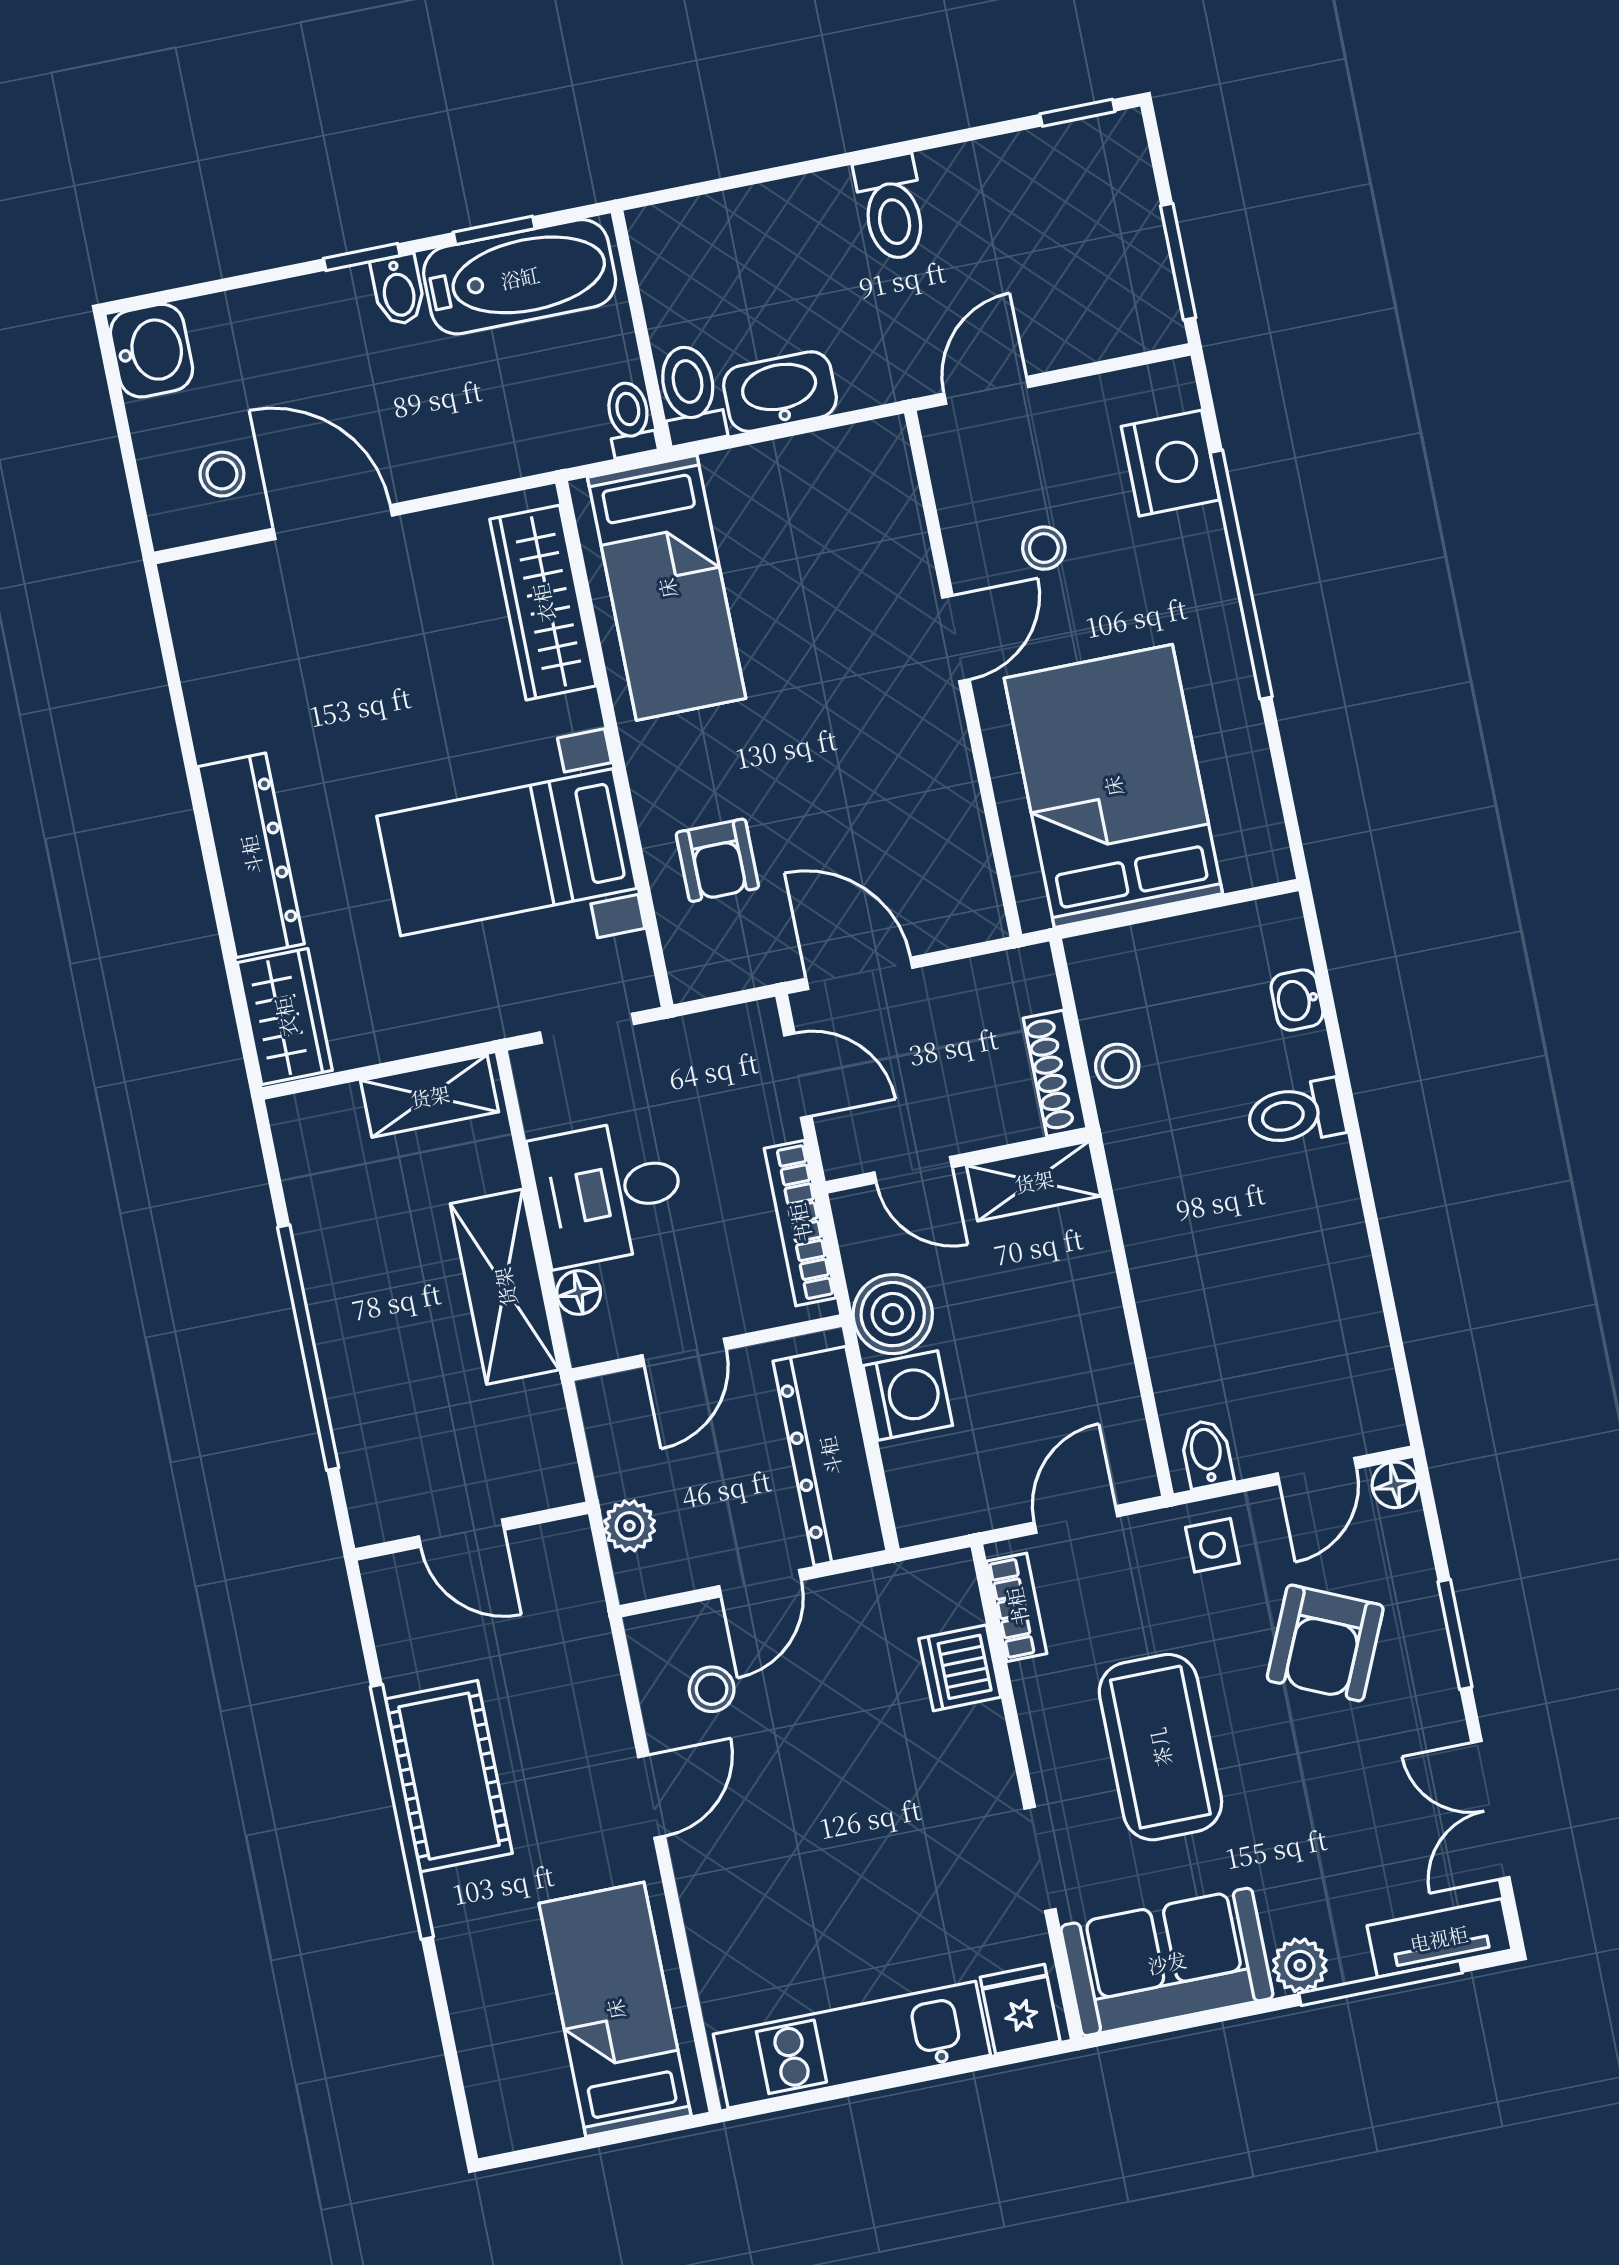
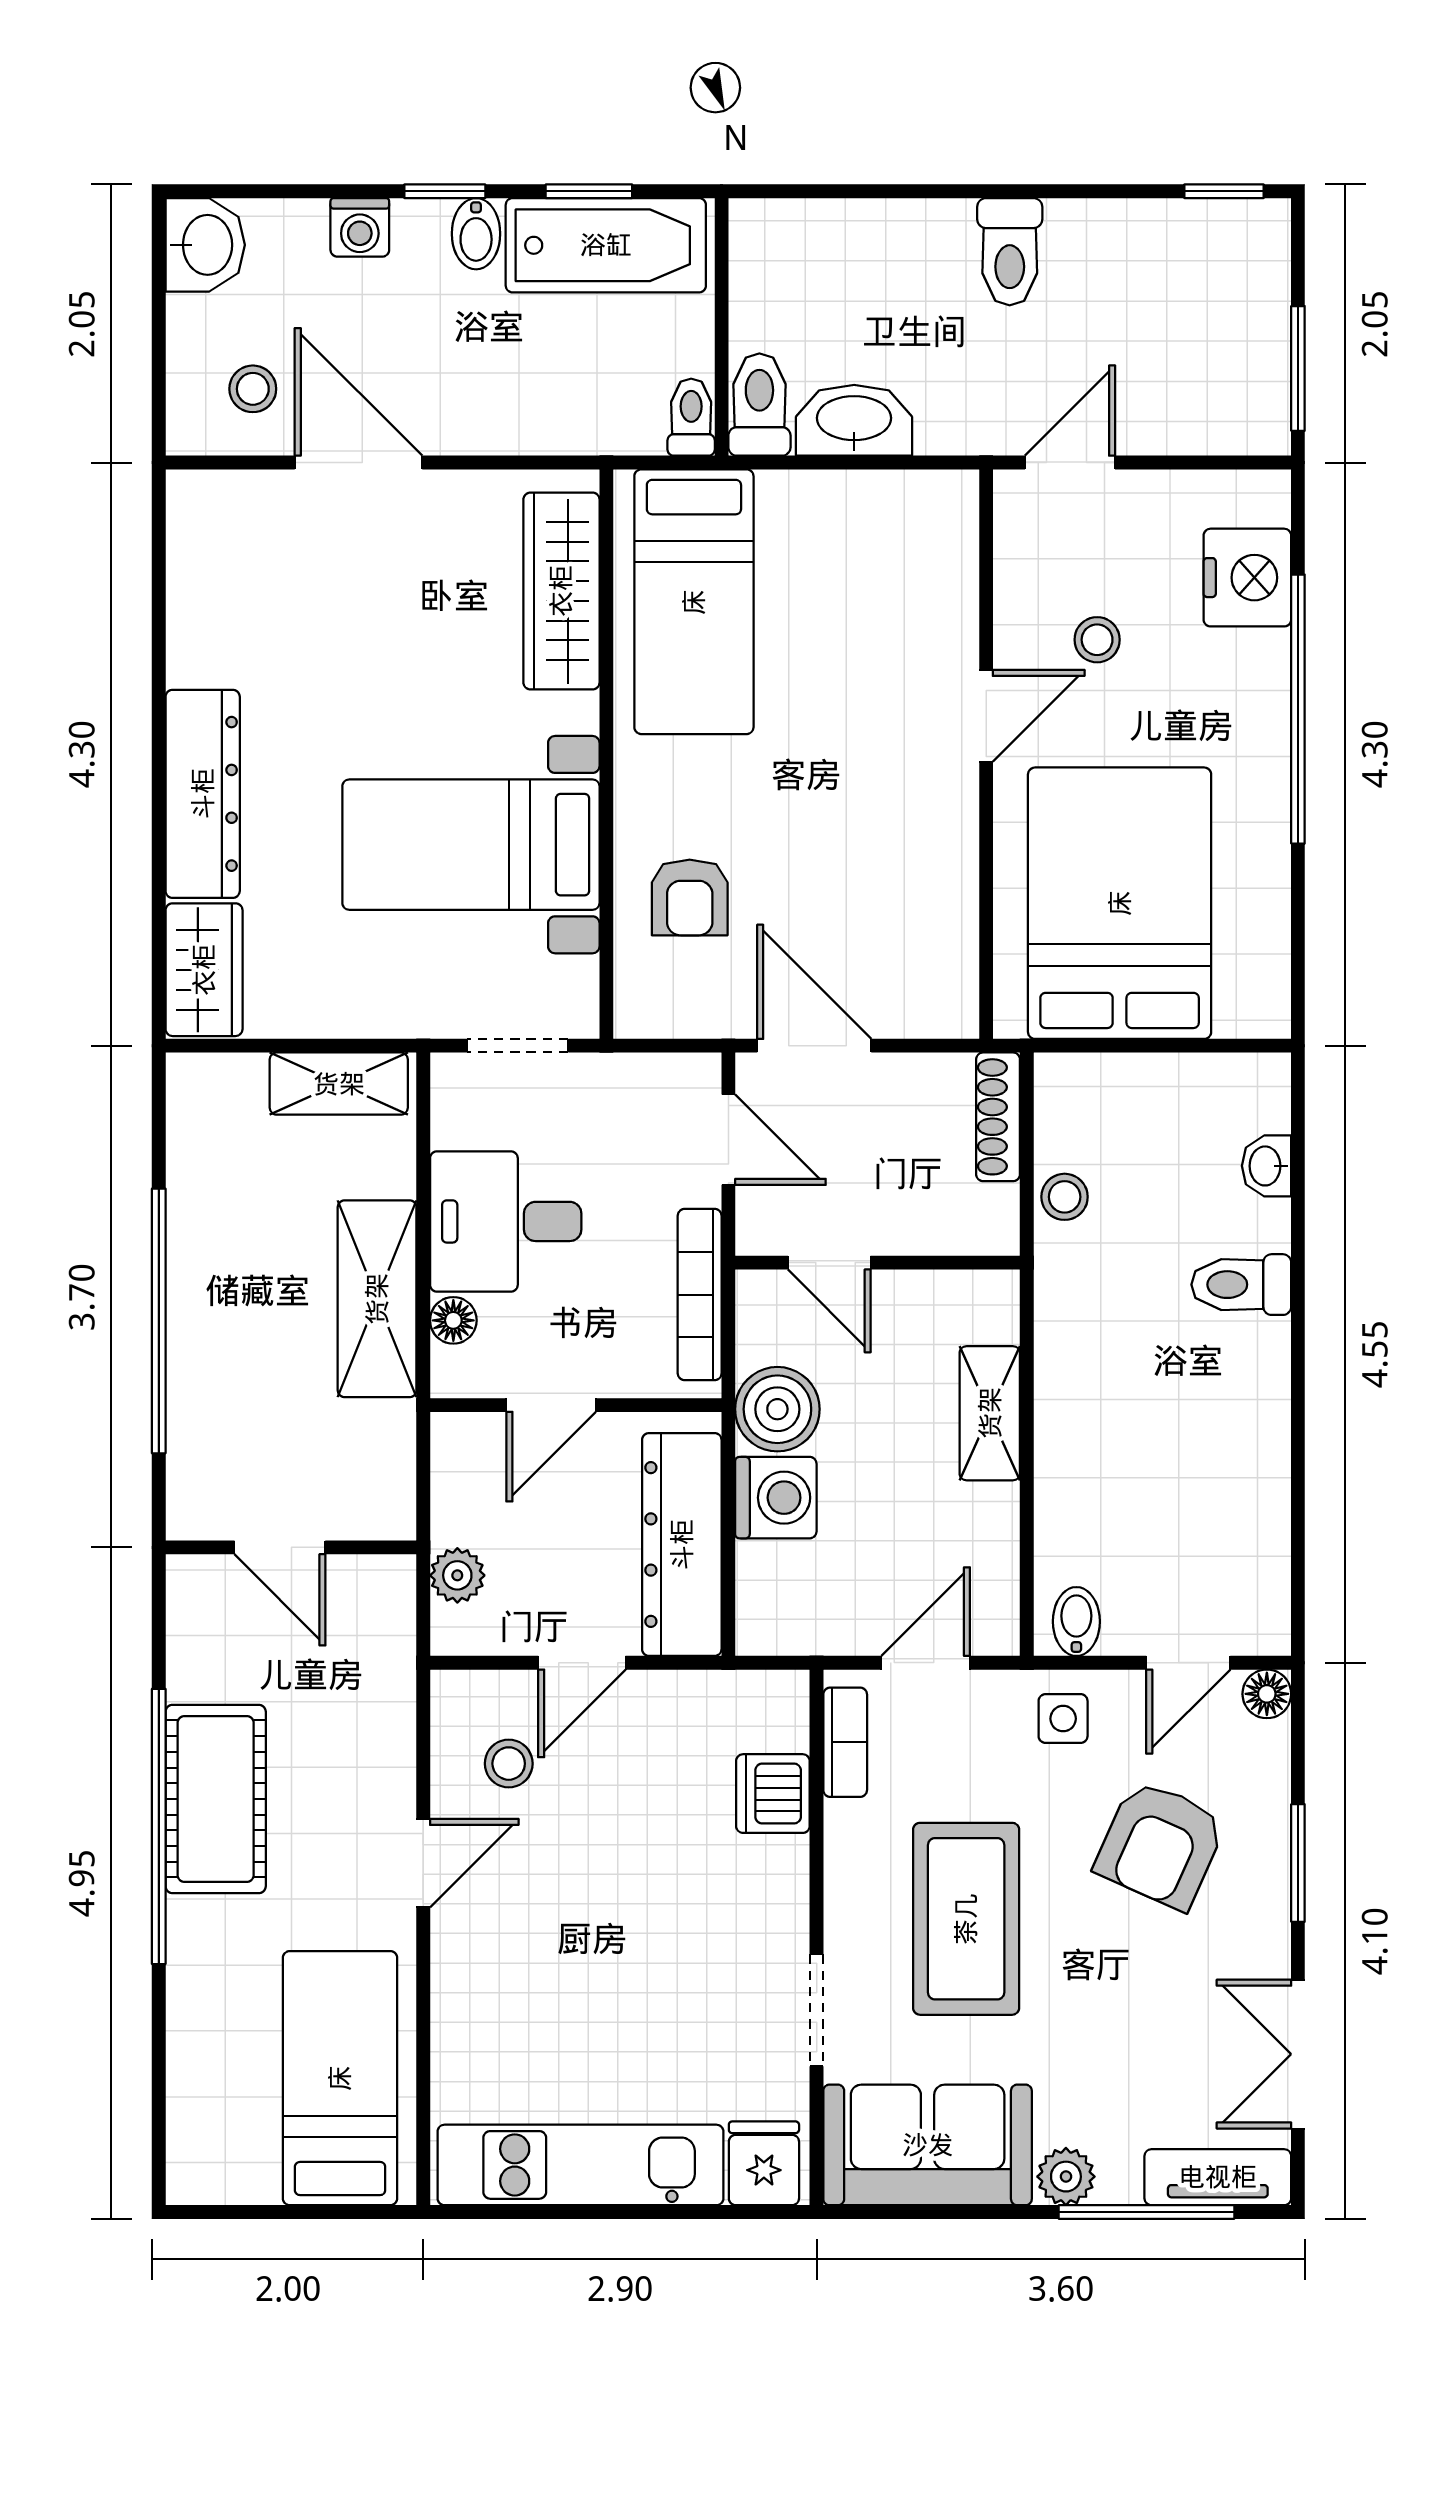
washing machine: (290, 306) -> (360, 227), added
shoe rack: (1055, 1073) -> (998, 1117), moved
shelving: (1034, 1181) -> (990, 1413), moved, turned 90

